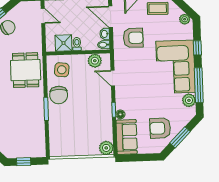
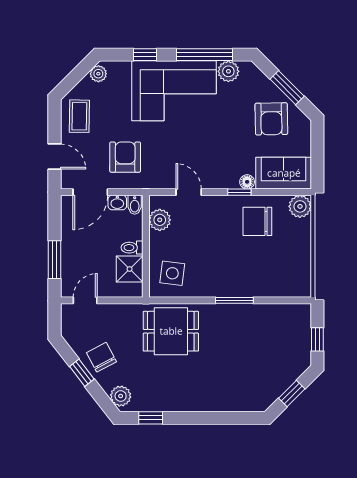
door: (113, 78) -> (189, 192), swing flipped
chair: (59, 95) -> (257, 221), moved, turned 180

